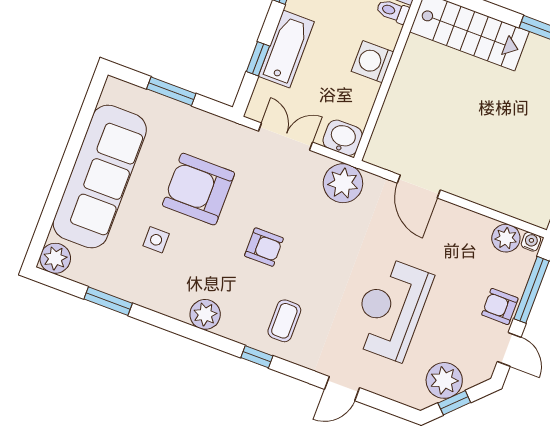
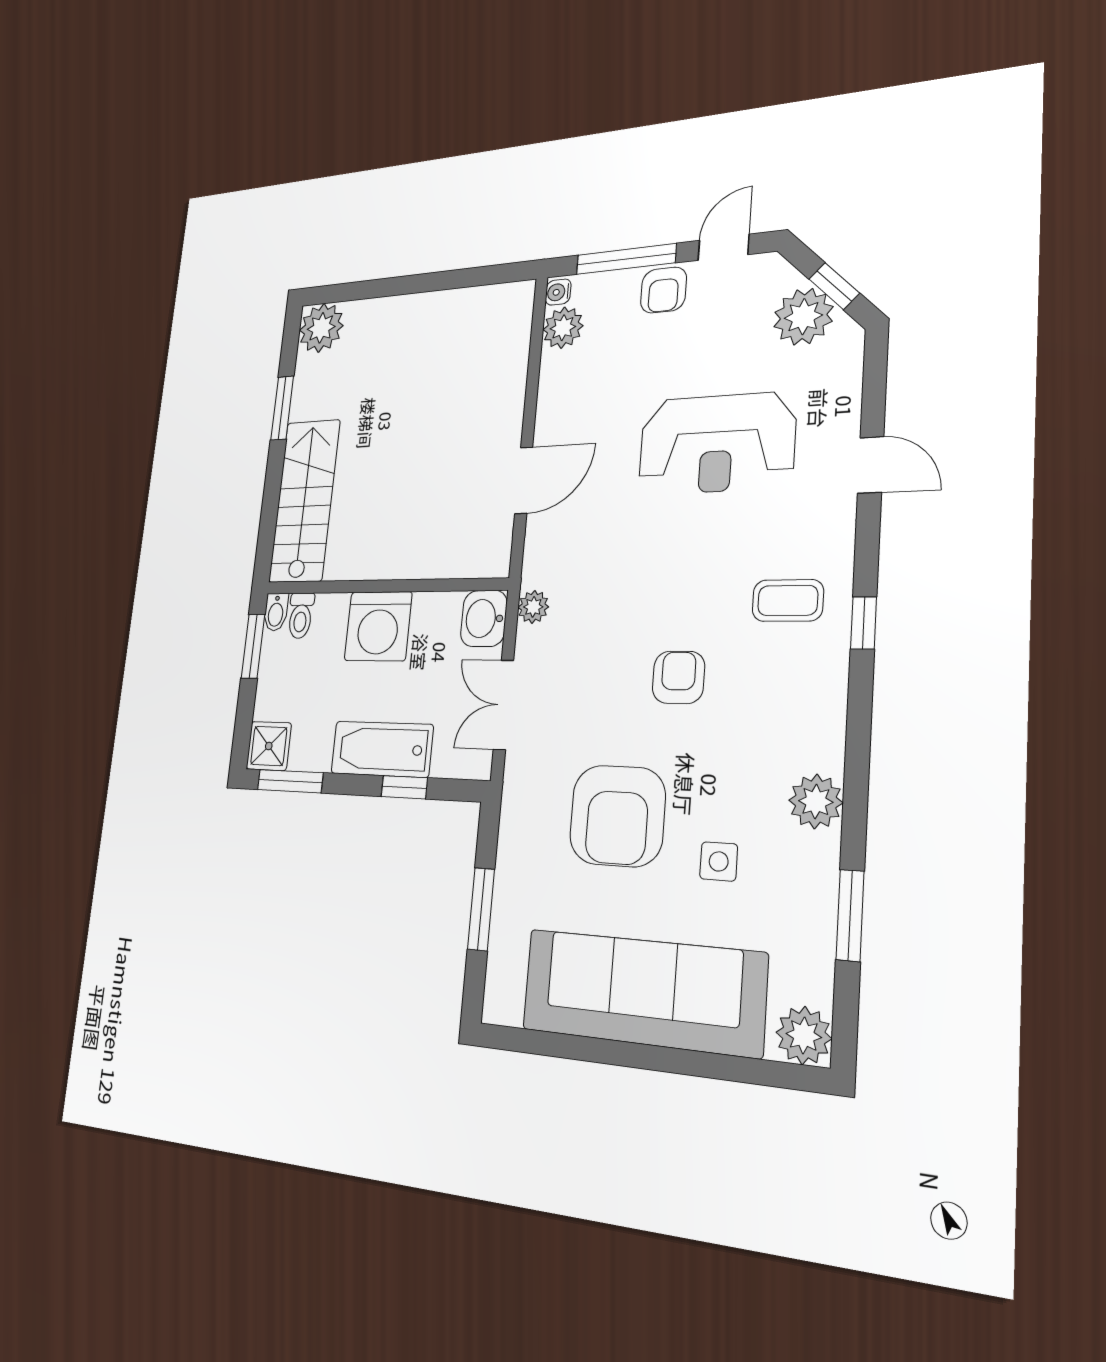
washing machine: (372, 62) -> (378, 626), width x1.37, depth x1.37
plant: (343, 183) -> (533, 607), width x0.53, depth x0.53
plant: (205, 314) -> (816, 801), moved

